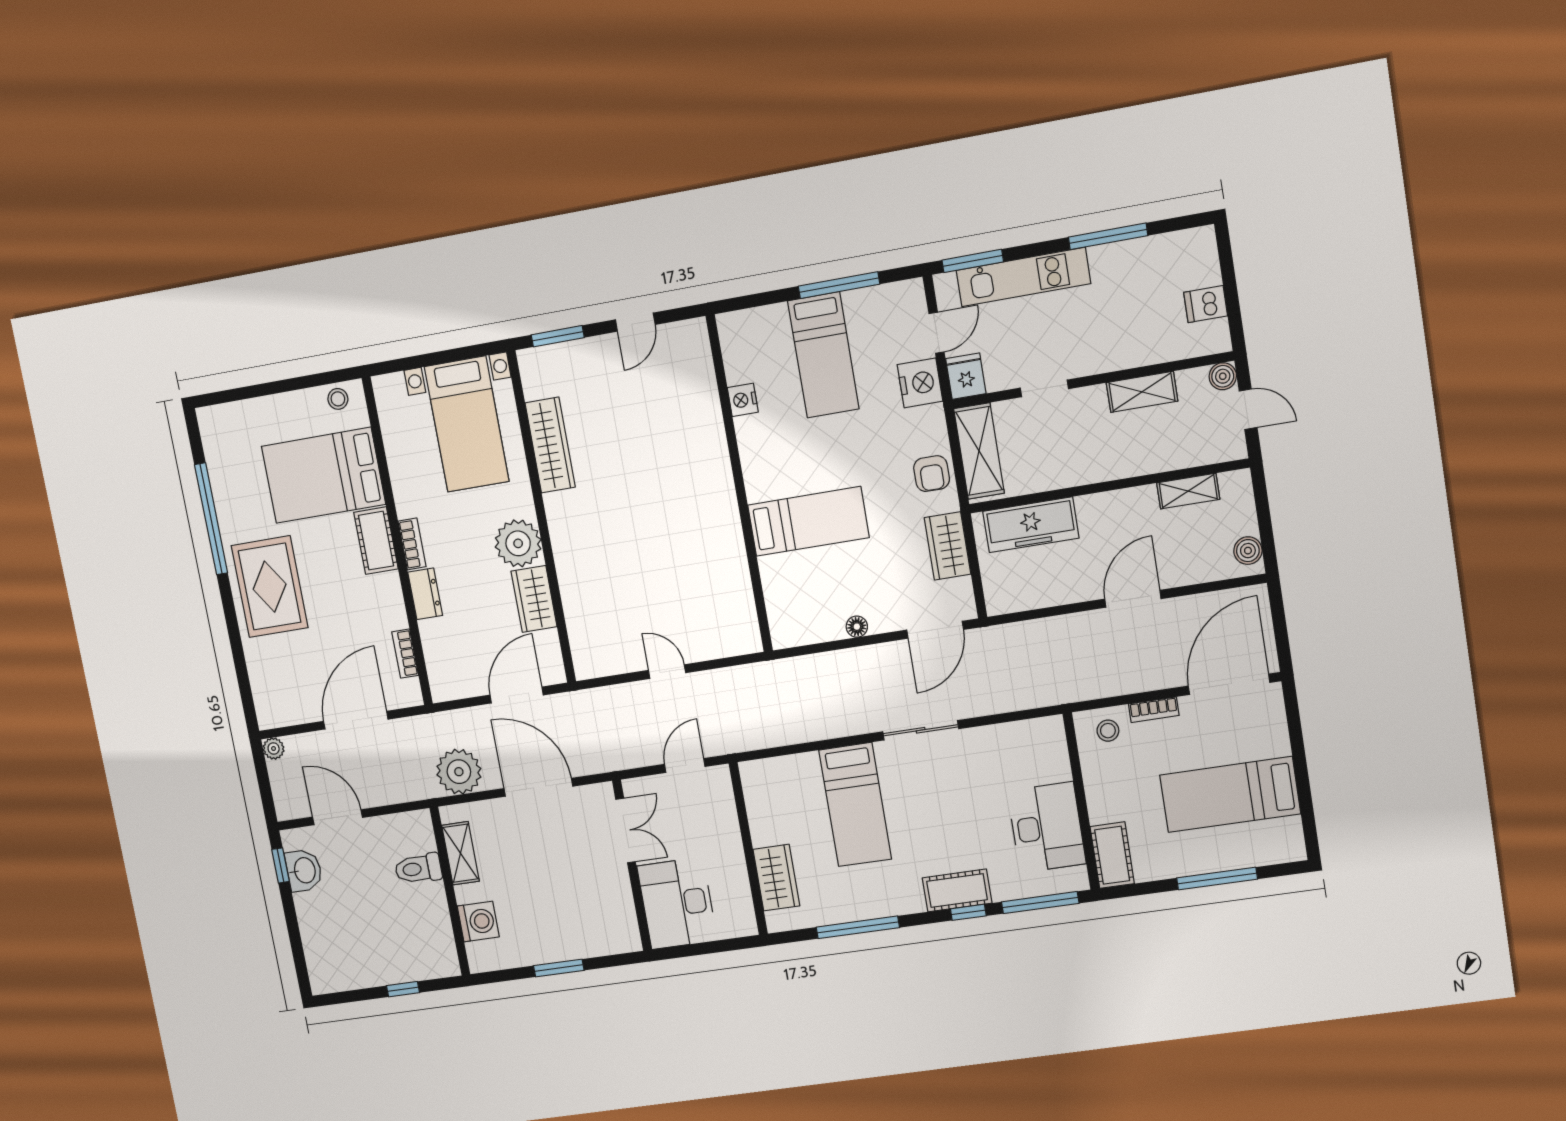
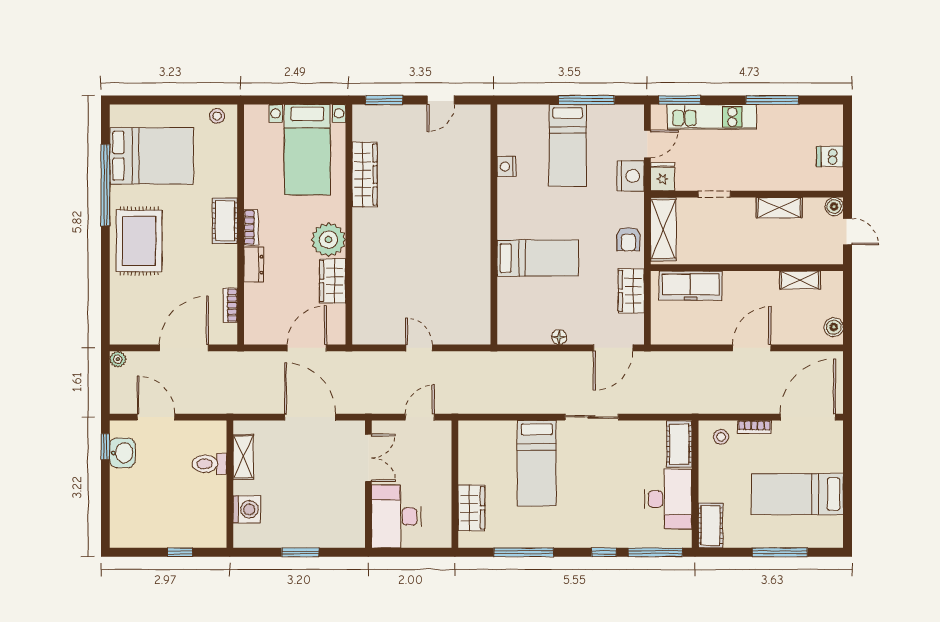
bed: (323, 475) -> (152, 156), moved, turned 180
plant: (459, 772) -> (254, 397), removed
cot: (957, 890) -> (679, 444), moved, turned 90

